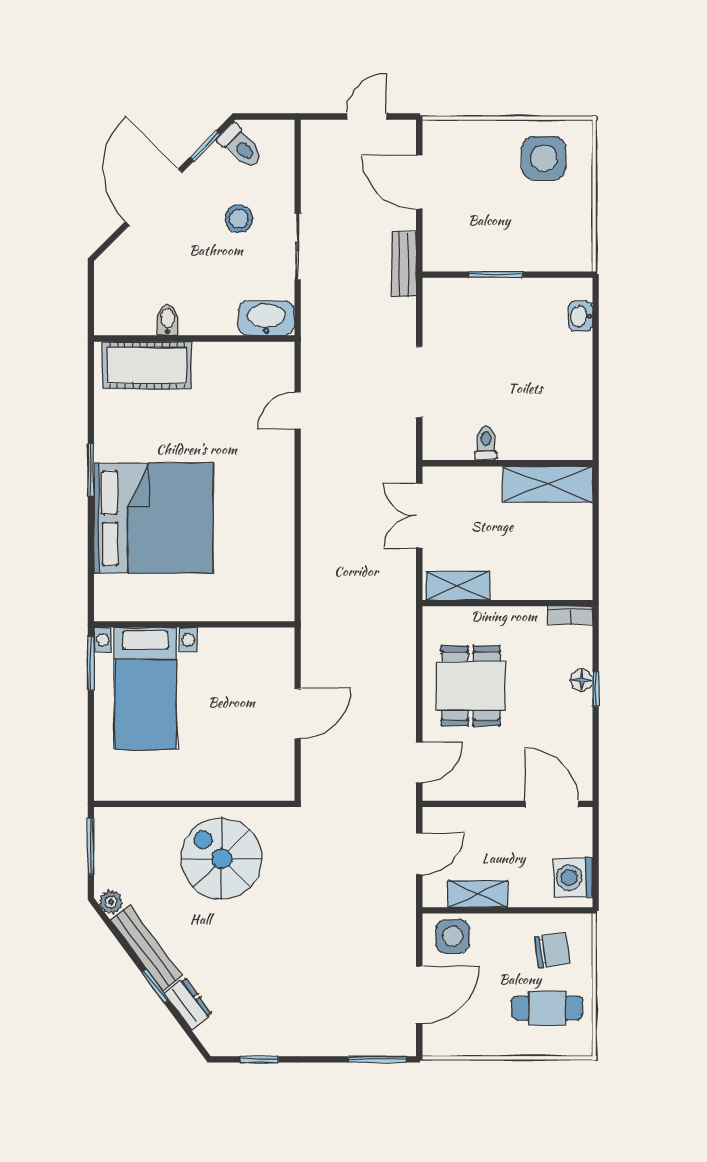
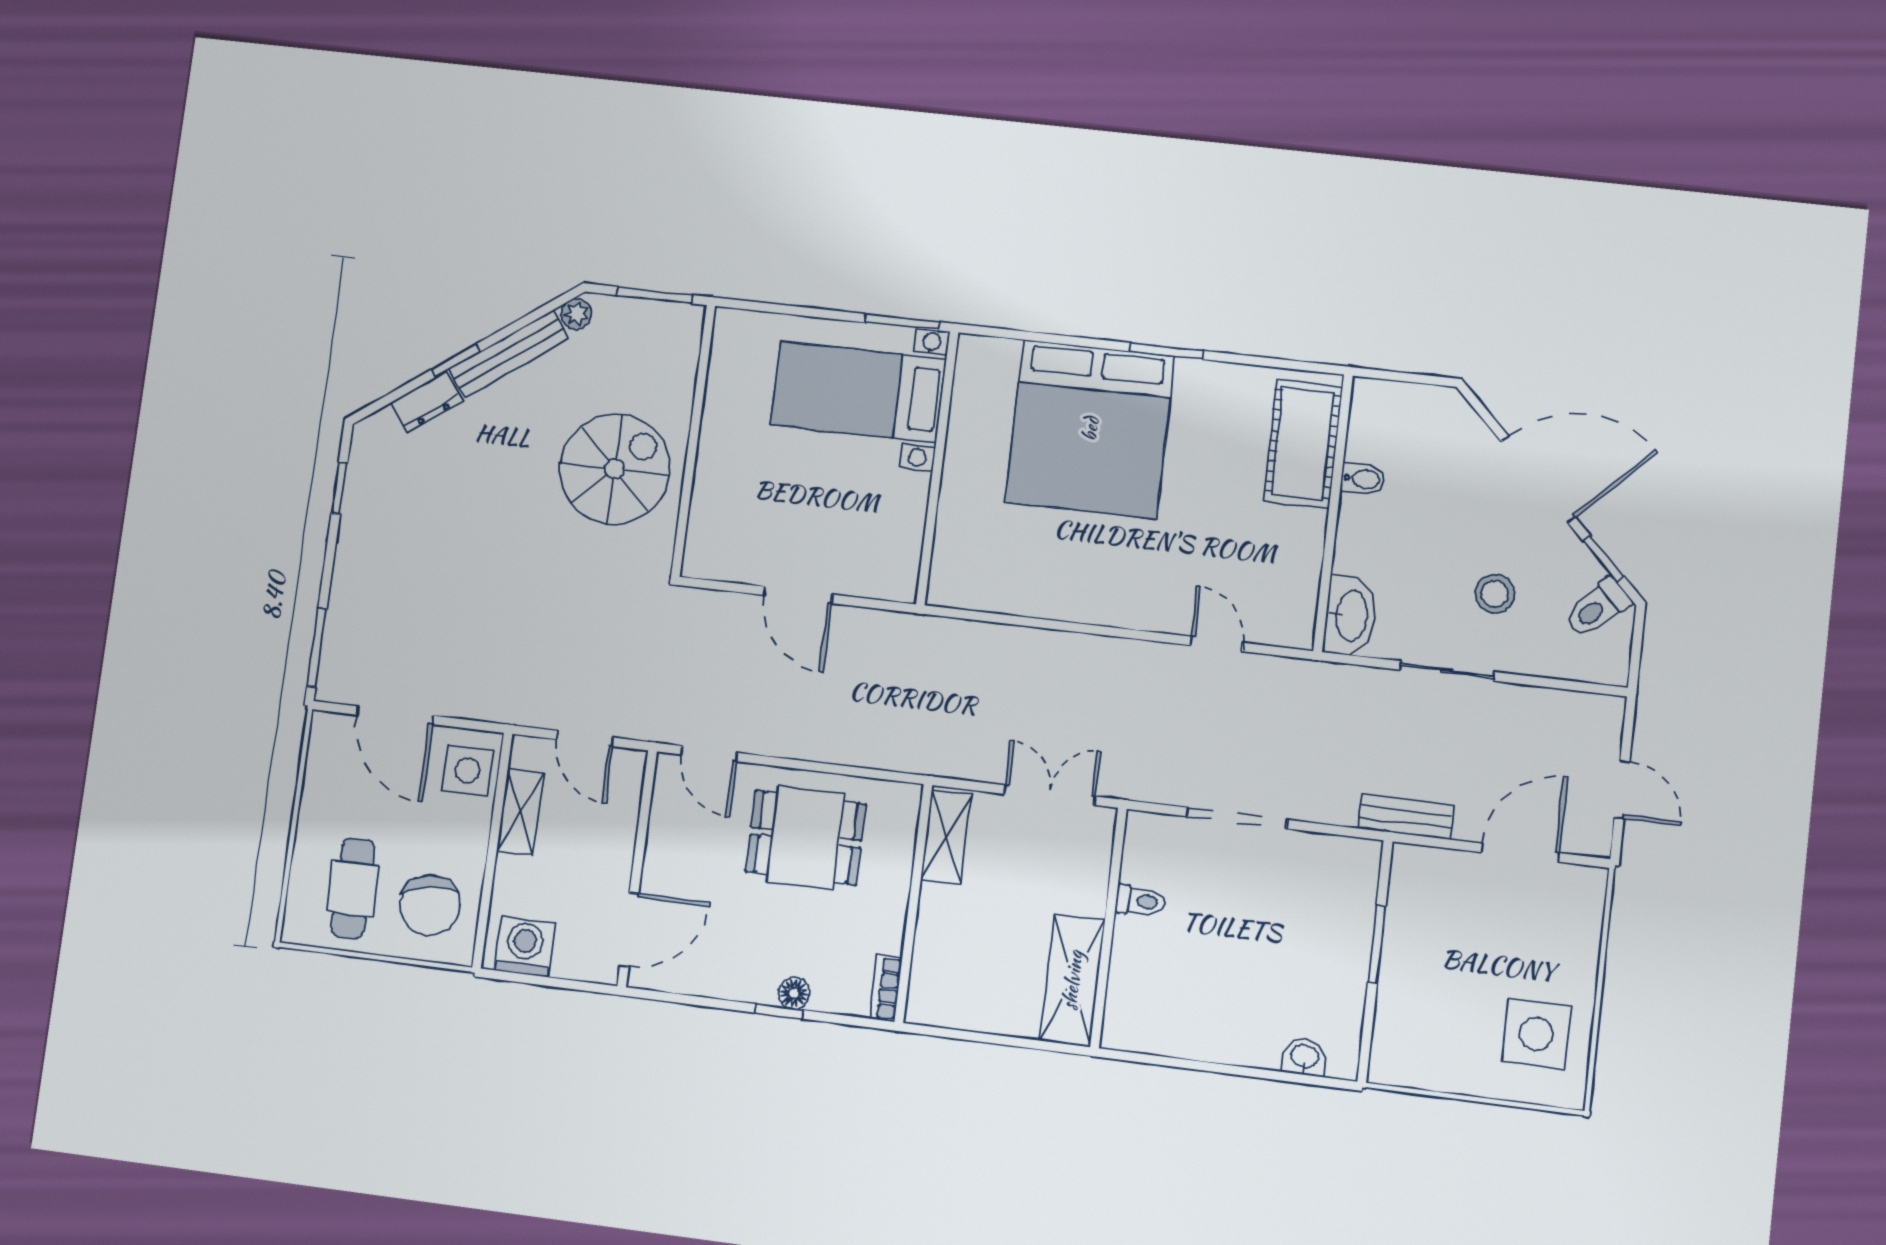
chair: (552, 950) -> (430, 905), width x1.37, depth x1.37

